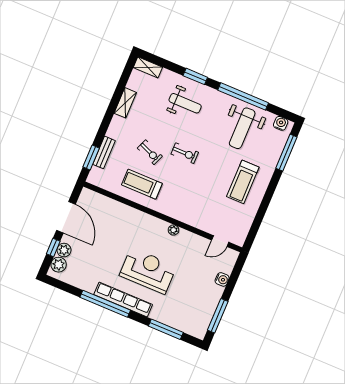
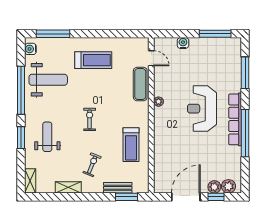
exercise bike: (150, 152) -> (92, 165), moved
exercise mat: (199, 219) -> (140, 84), added

